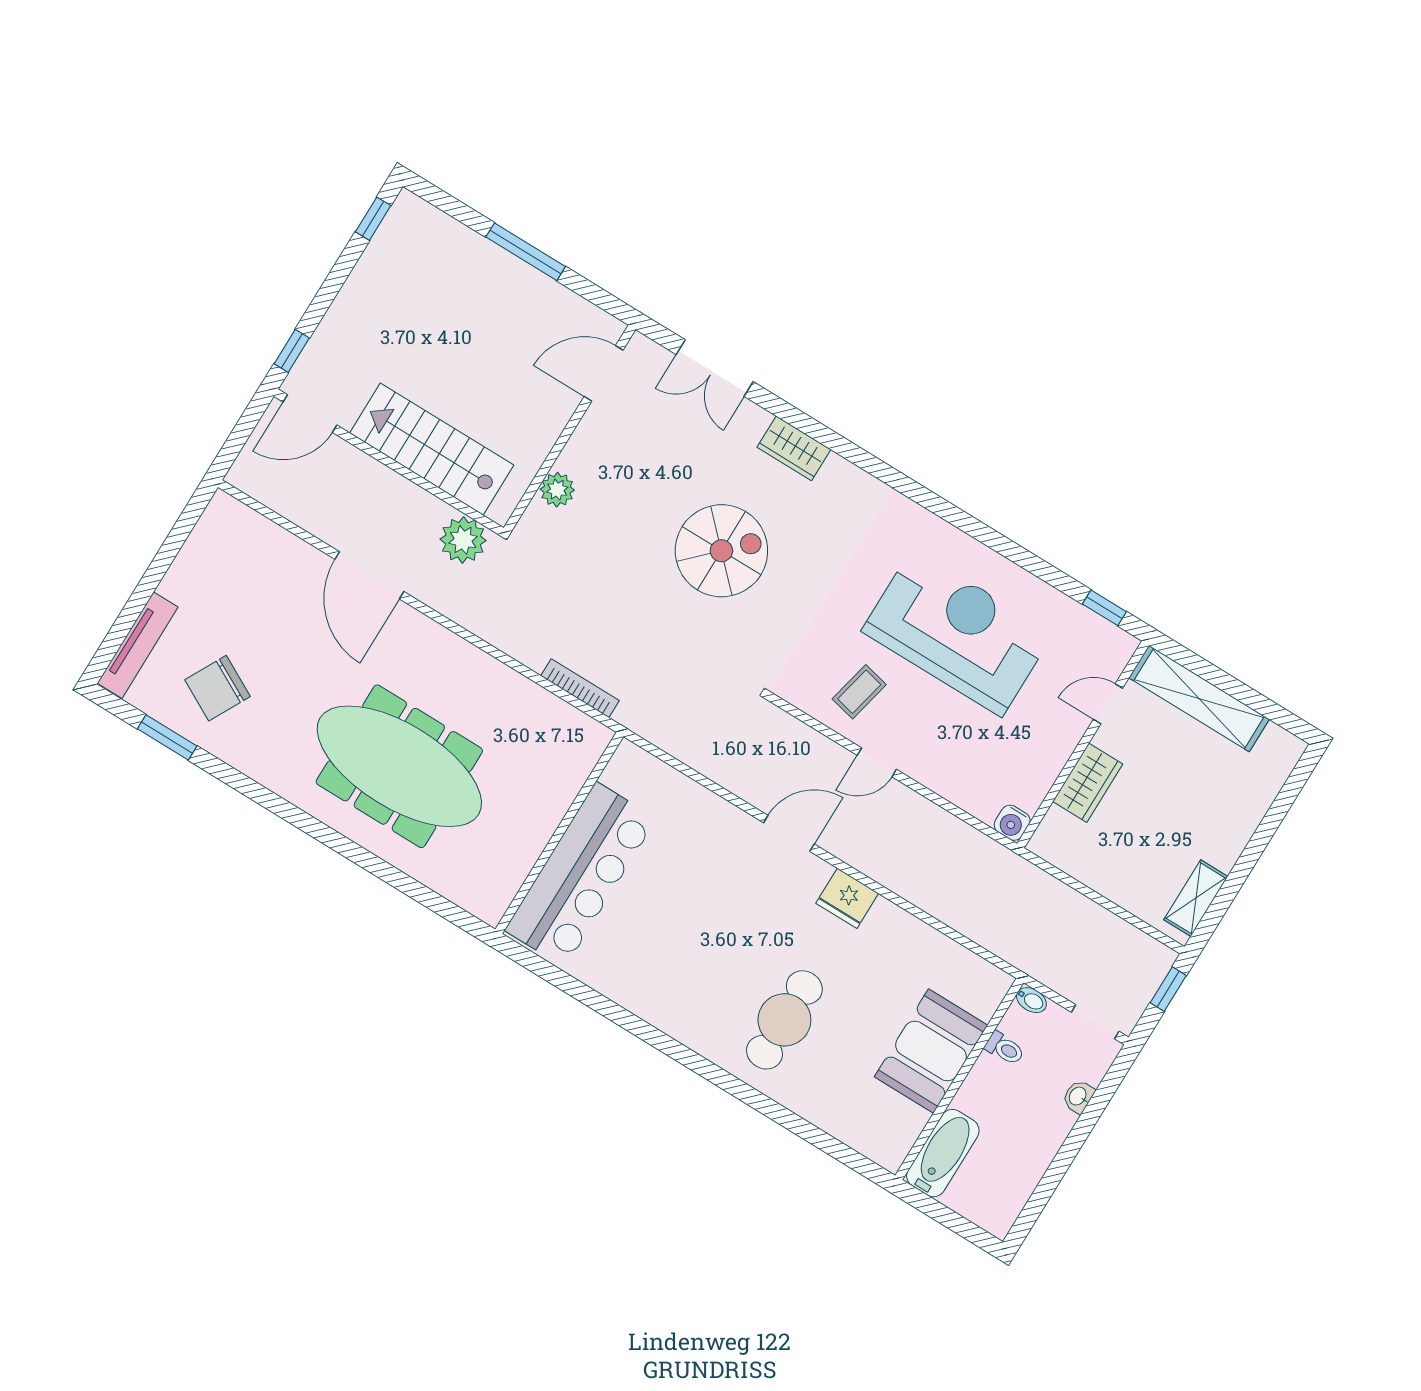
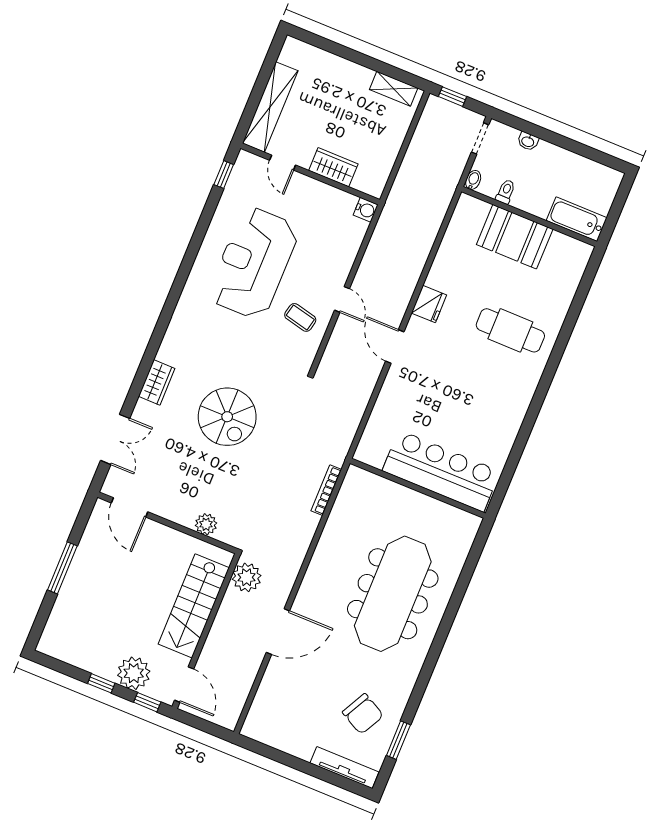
window: (373, 219) -> (101, 683), moved
plant: (341, 337) -> (134, 673), added
spiral stairs: (721, 551) -> (227, 417), turned 180

